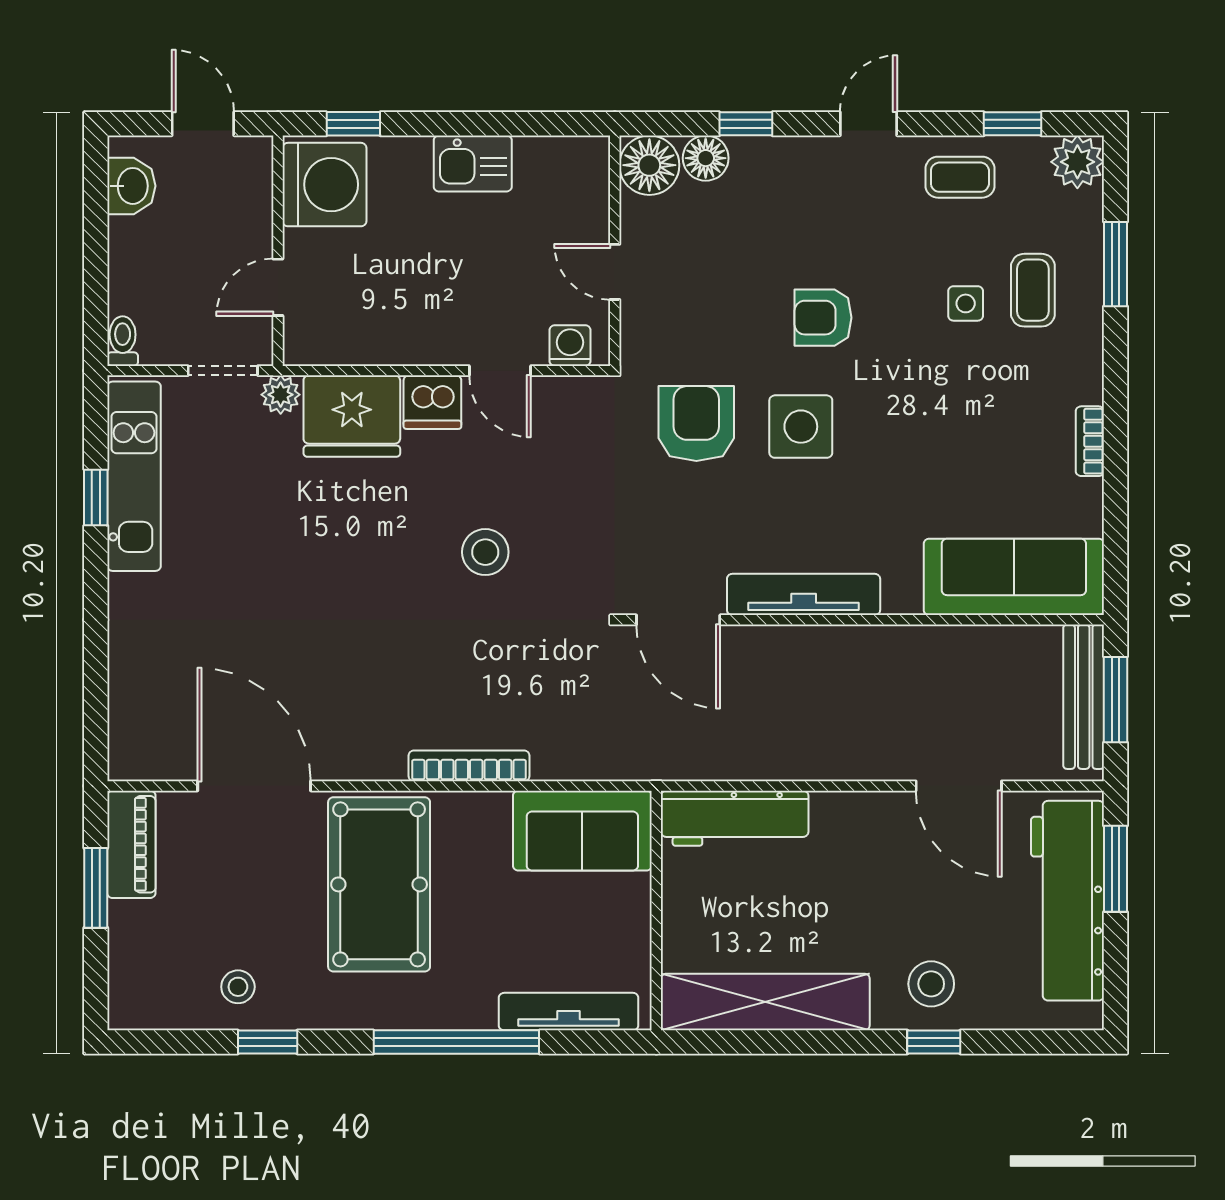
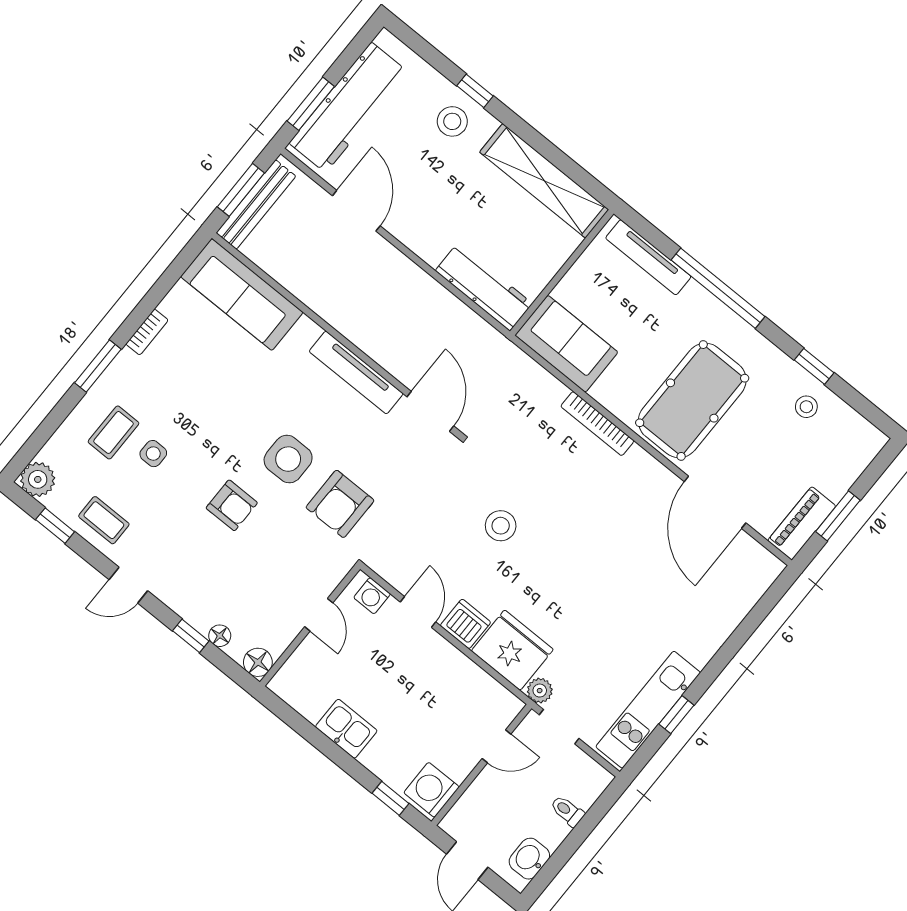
floor lamp: (706, 158) -> (220, 636), width x0.73, depth x0.73
floor lamp: (649, 165) -> (258, 662), width x0.73, depth x0.73
washing machine: (324, 185) -> (432, 790), width x0.73, depth x0.73
window: (1115, 264) -> (98, 366), moved
toilet: (123, 341) -> (567, 811), moved, turned 90

